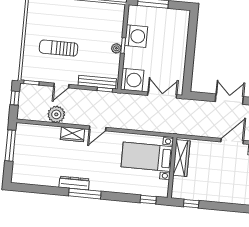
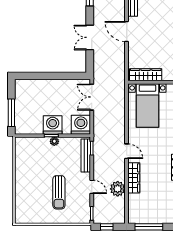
washing machine: (136, 36) -> (53, 125), moved
wardrobe: (72, 134) -> (134, 178), width x1.50

